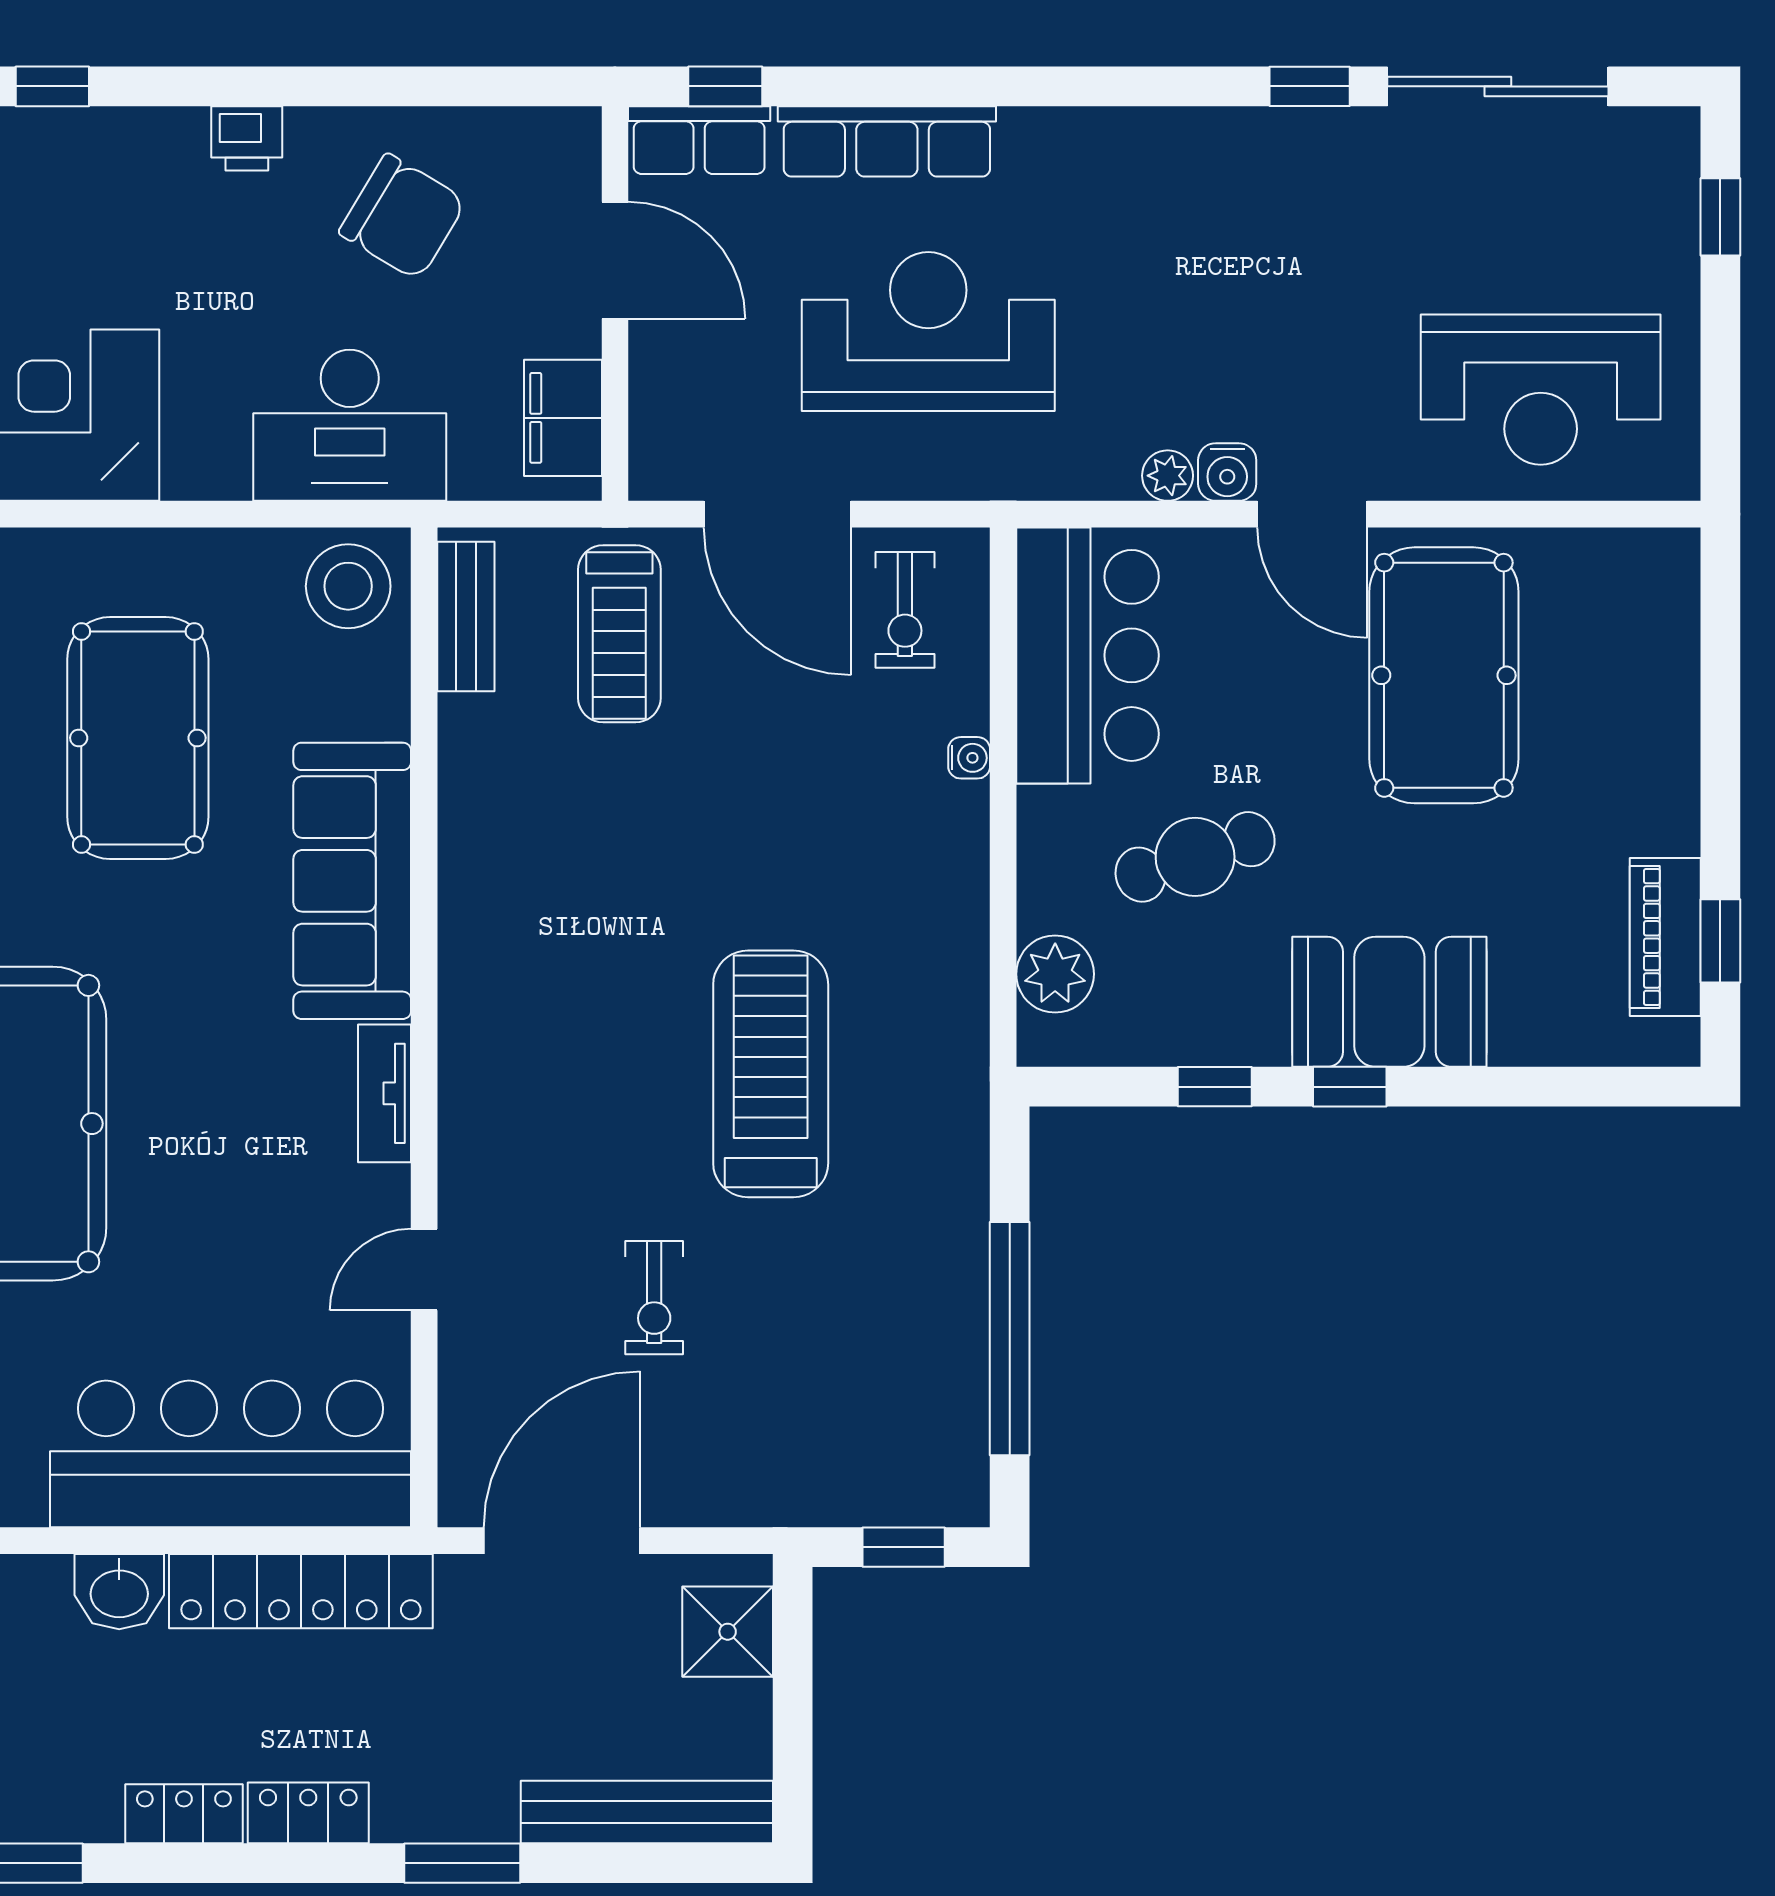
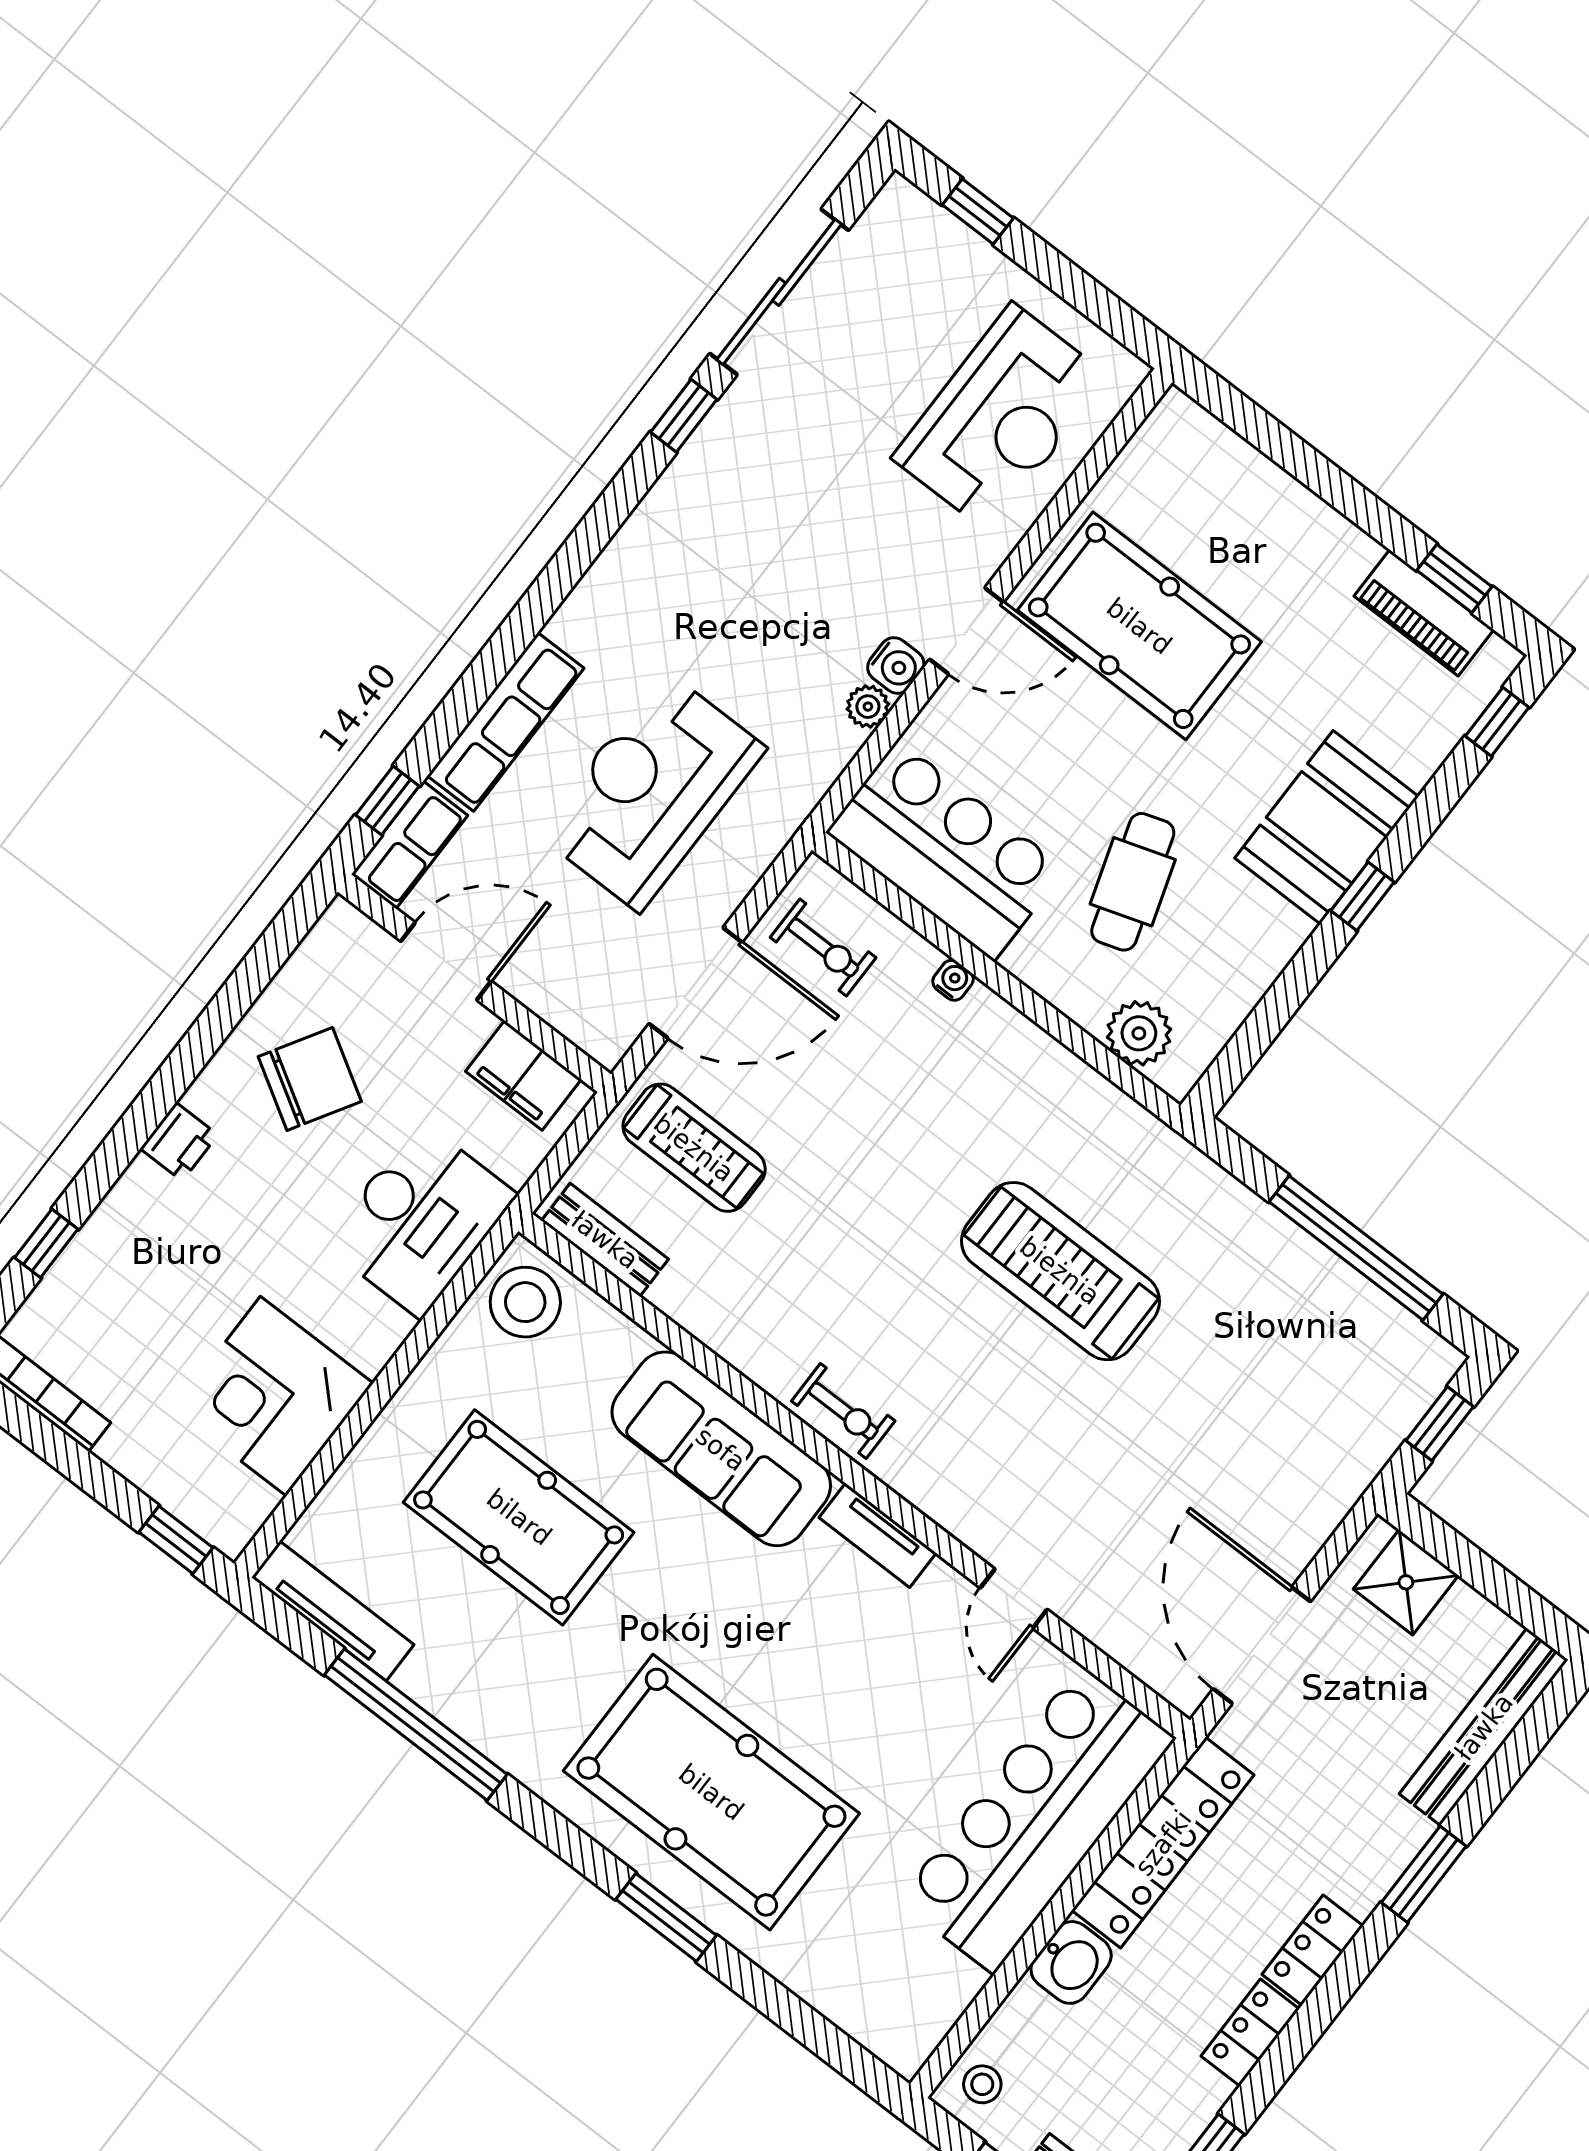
window: (1215, 1087) -> (1497, 722), moved
exercise bike: (654, 1298) -> (843, 1411), moved

